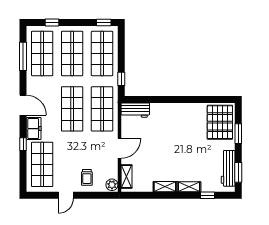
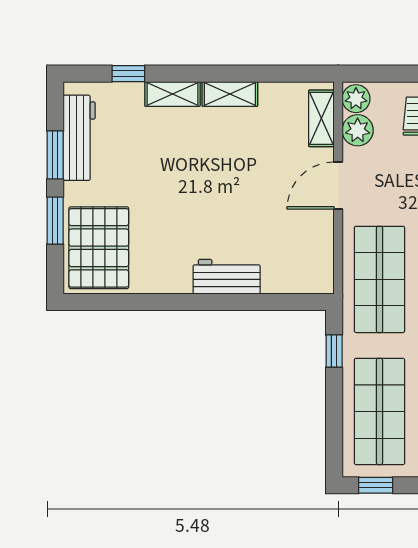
workbench: (135, 110) -> (227, 277), moved
plant: (111, 171) -> (358, 130), added
window: (238, 172) -> (55, 155), moved

